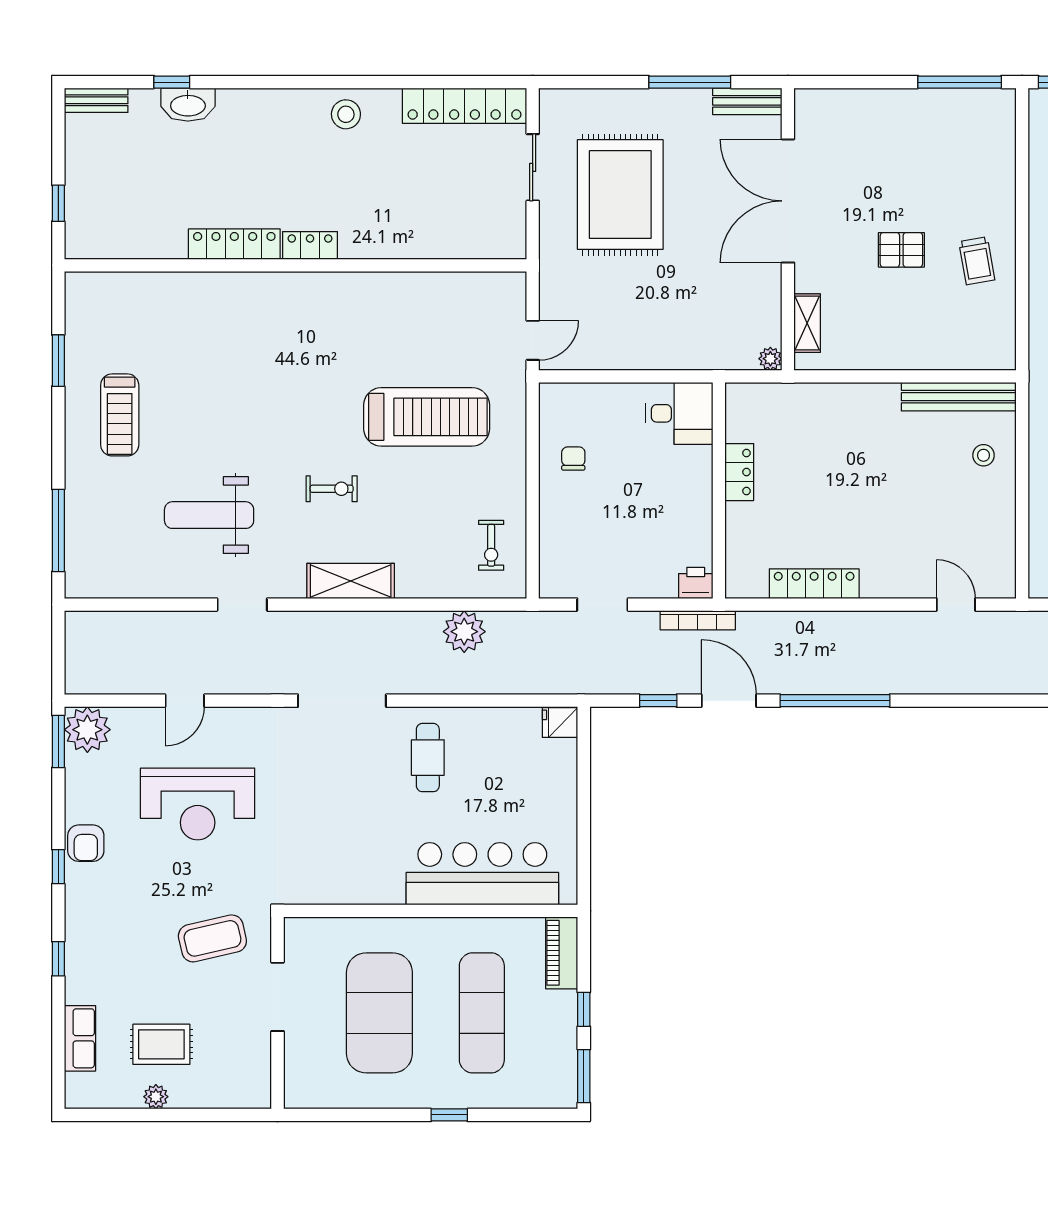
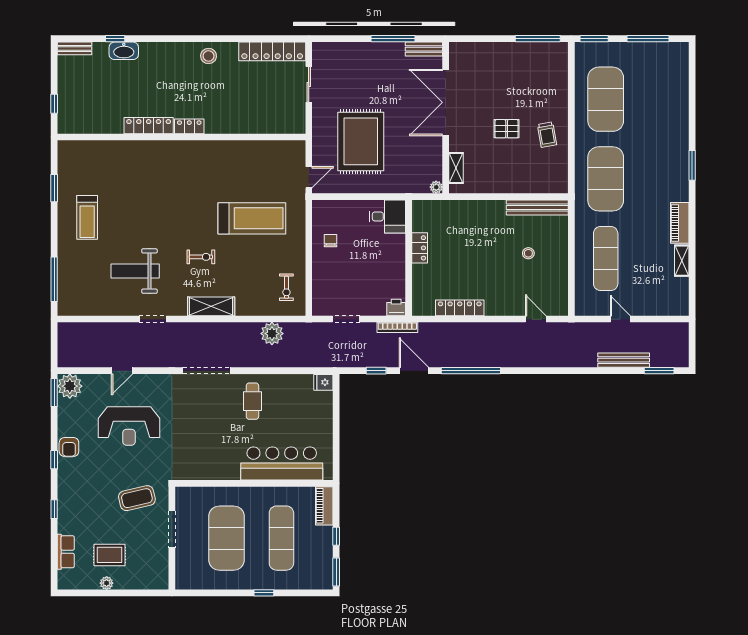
rug: (620, 195) -> (361, 141), moved
stool: (984, 455) -> (528, 253), moved

